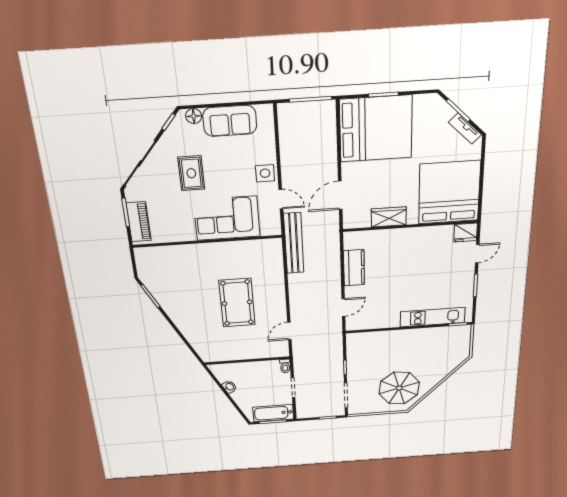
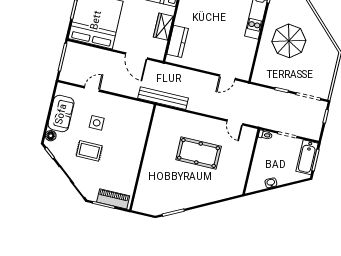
side table: (265, 173) -> (97, 123), moved
door: (281, 199) -> (92, 89), moved
corner sofa: (227, 218) -> (129, 138), removed
kitchen counter: (354, 268) -> (178, 41), moved, turned 90
door: (343, 307) -> (227, 77), swing flipped
parasol: (399, 388) -> (289, 41), moved

